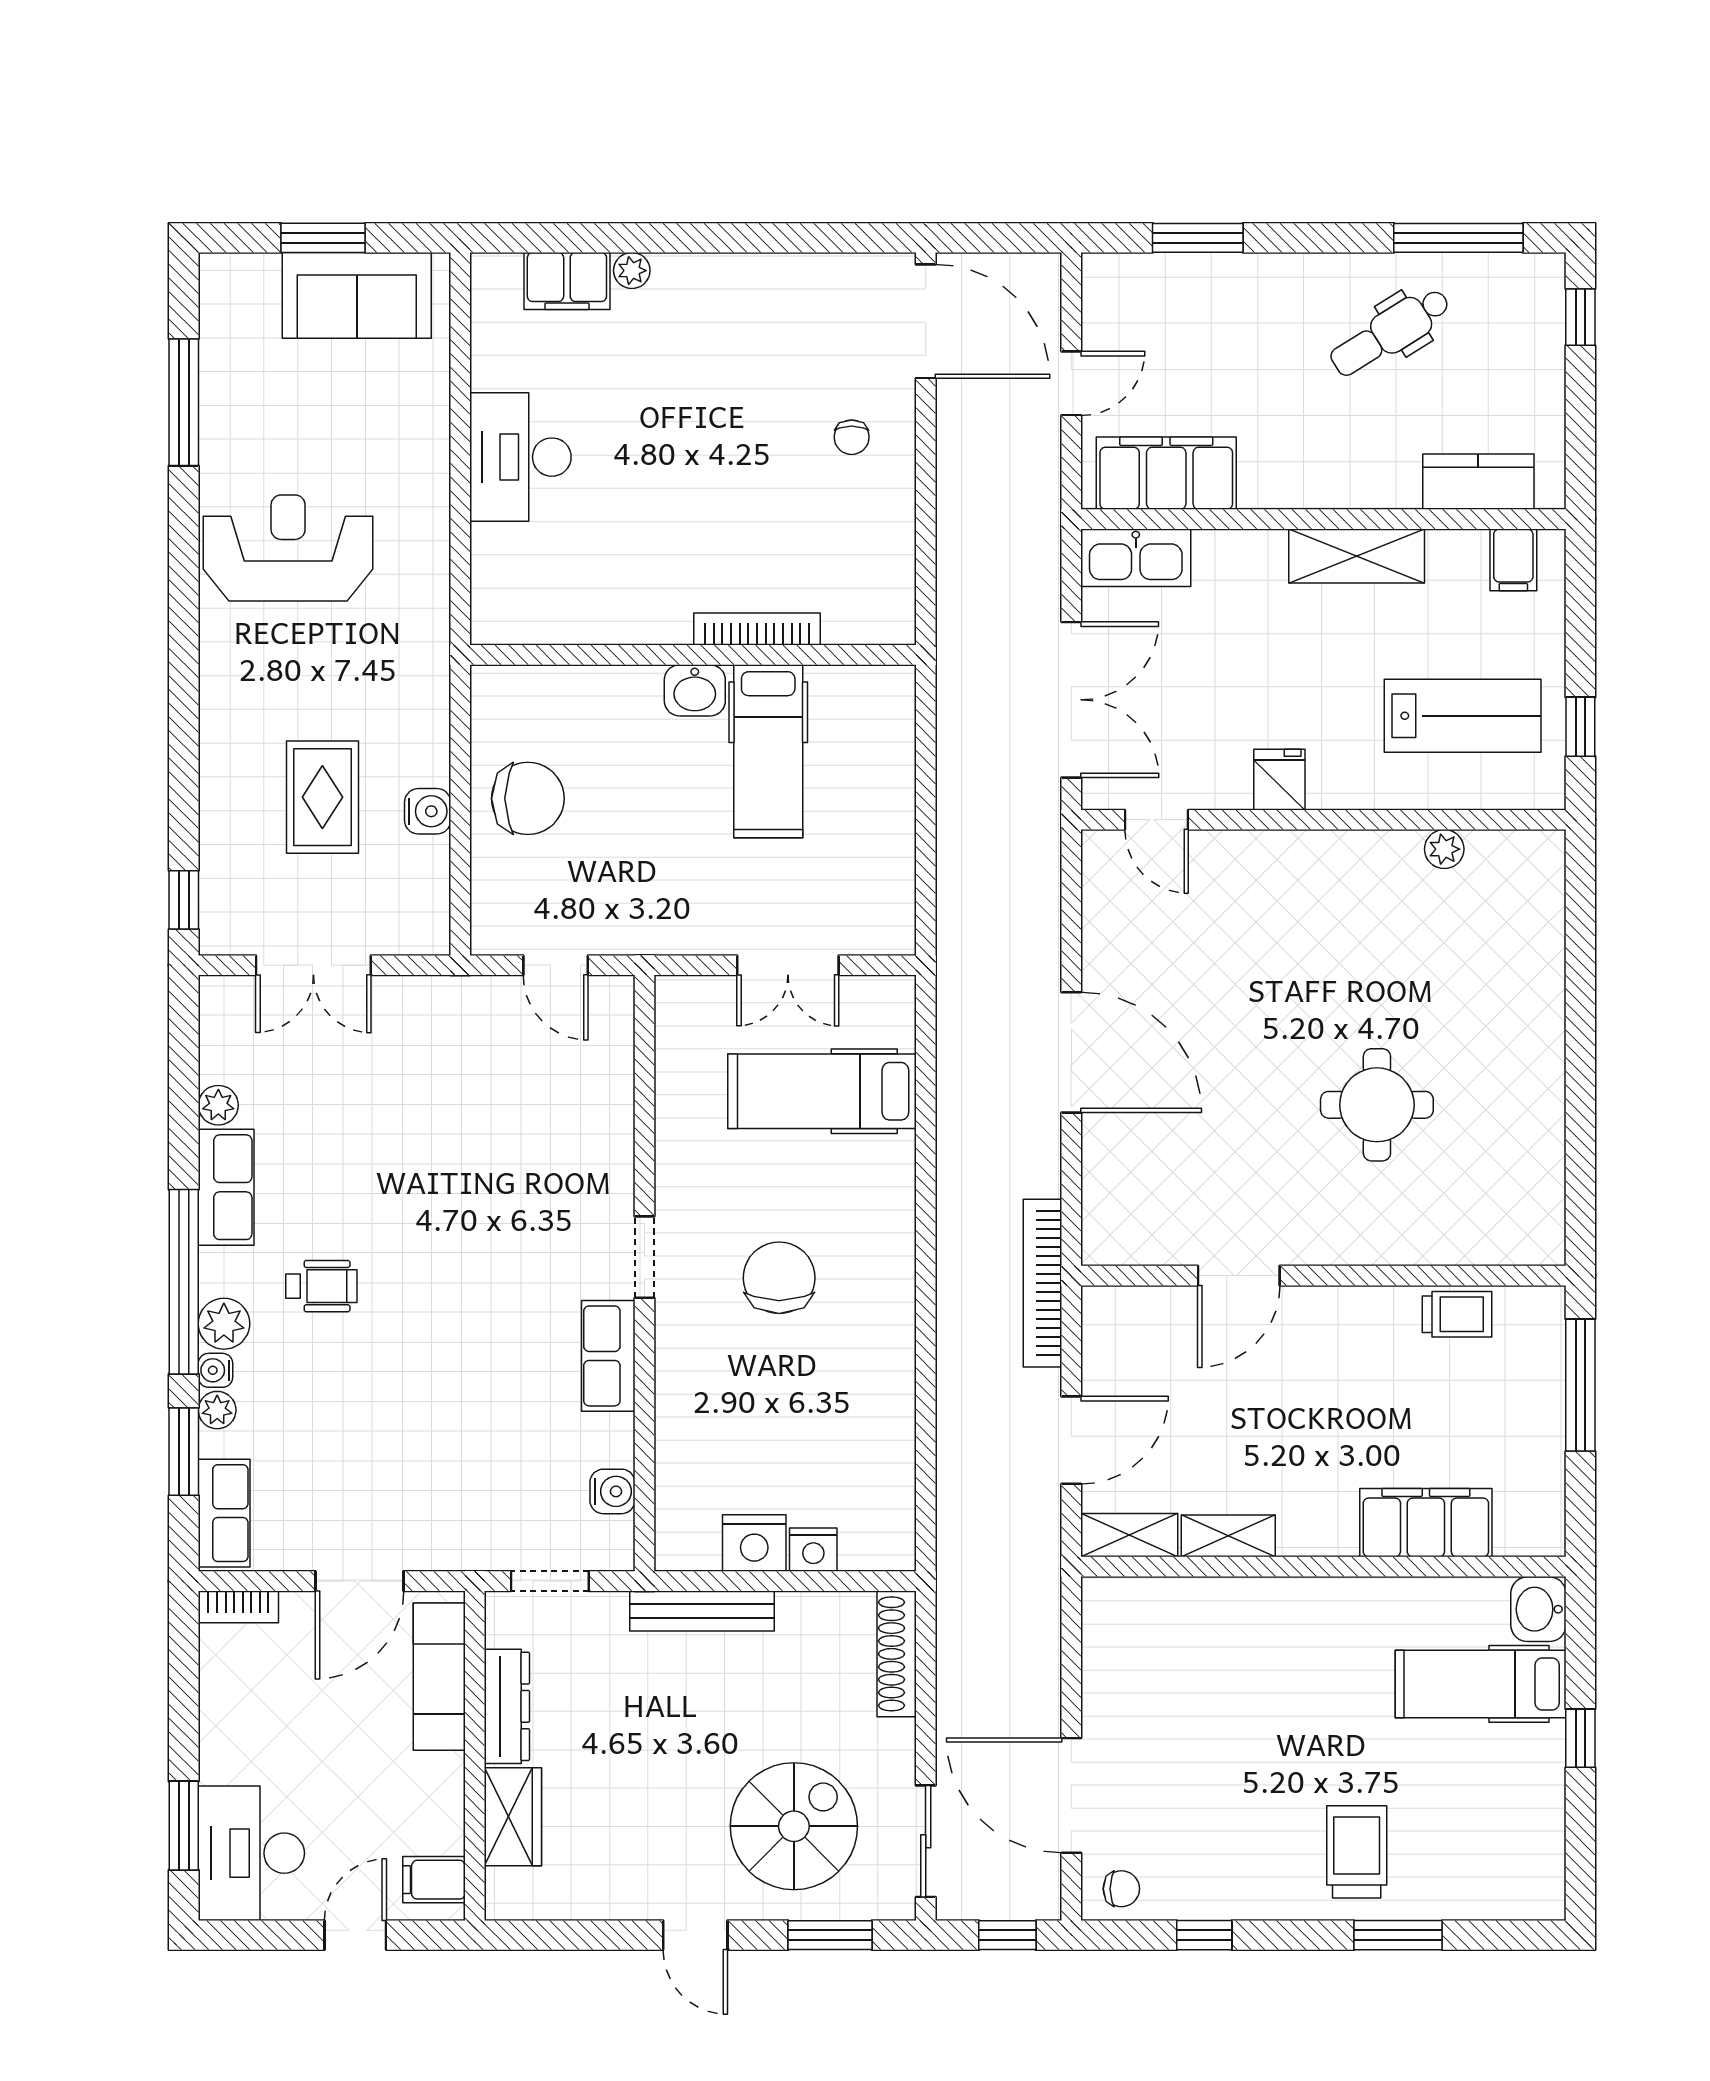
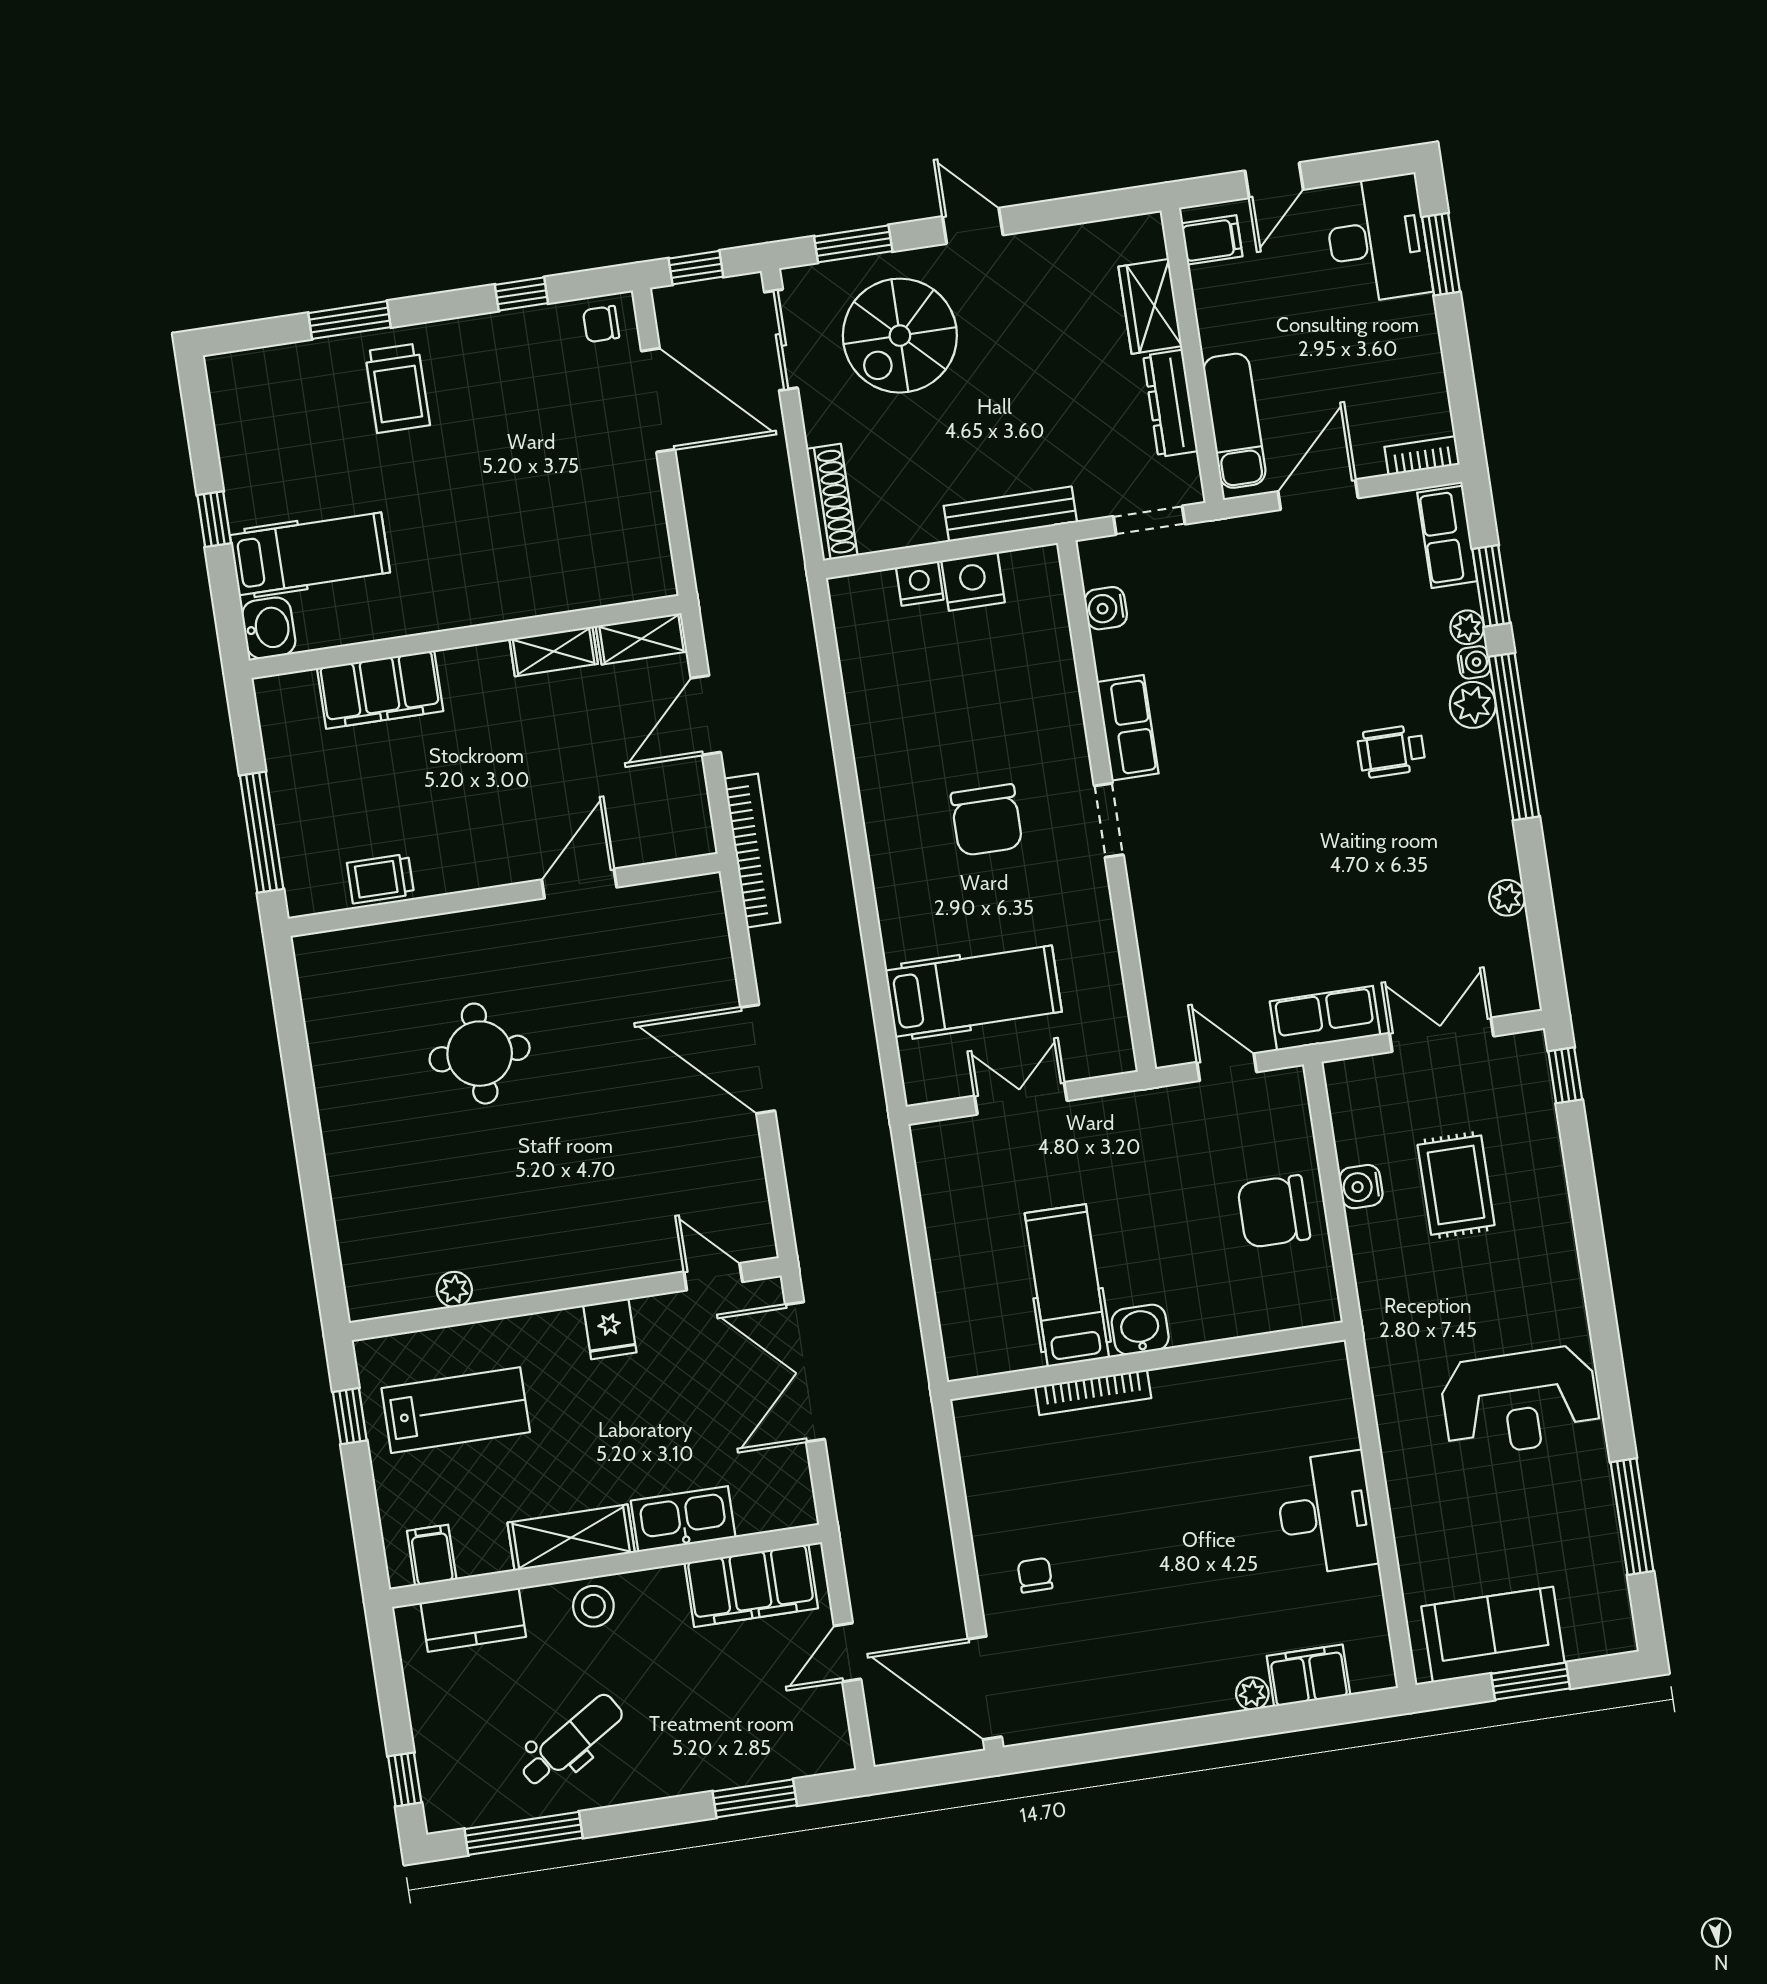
stool: (1344, 477) -> (593, 1606), added
kitchen sink: (1136, 558) -> (683, 1519), moved
lab bench: (1463, 716) -> (456, 1410), turned 180
row of seats: (226, 1187) -> (1325, 1018), moved, turned 90

